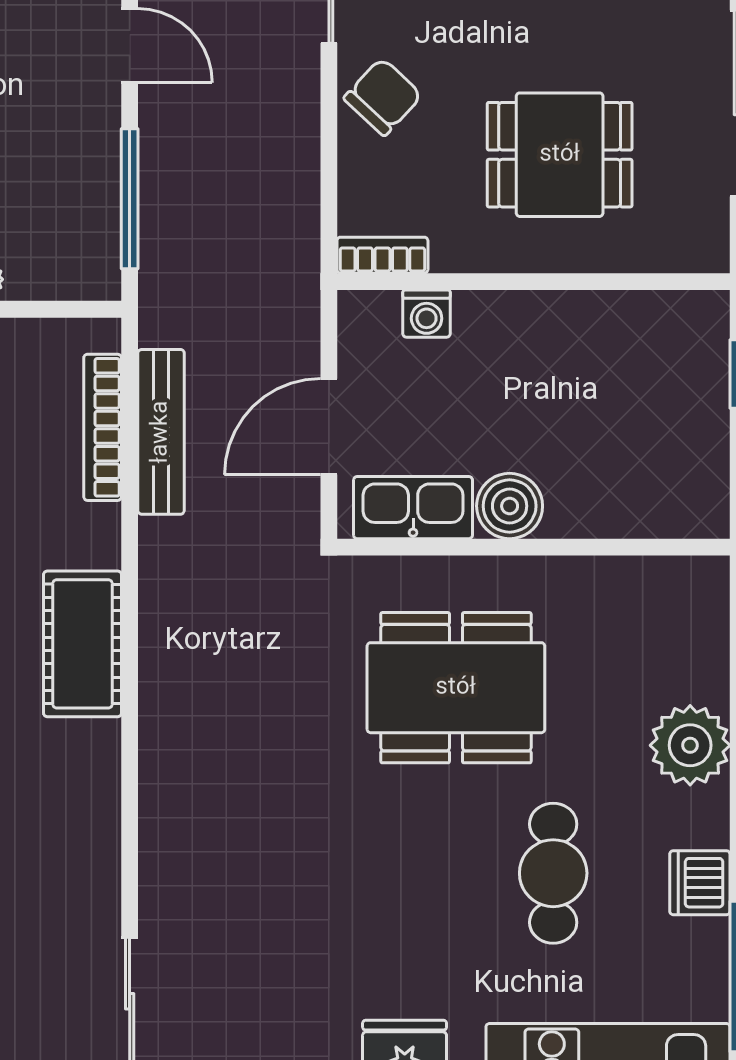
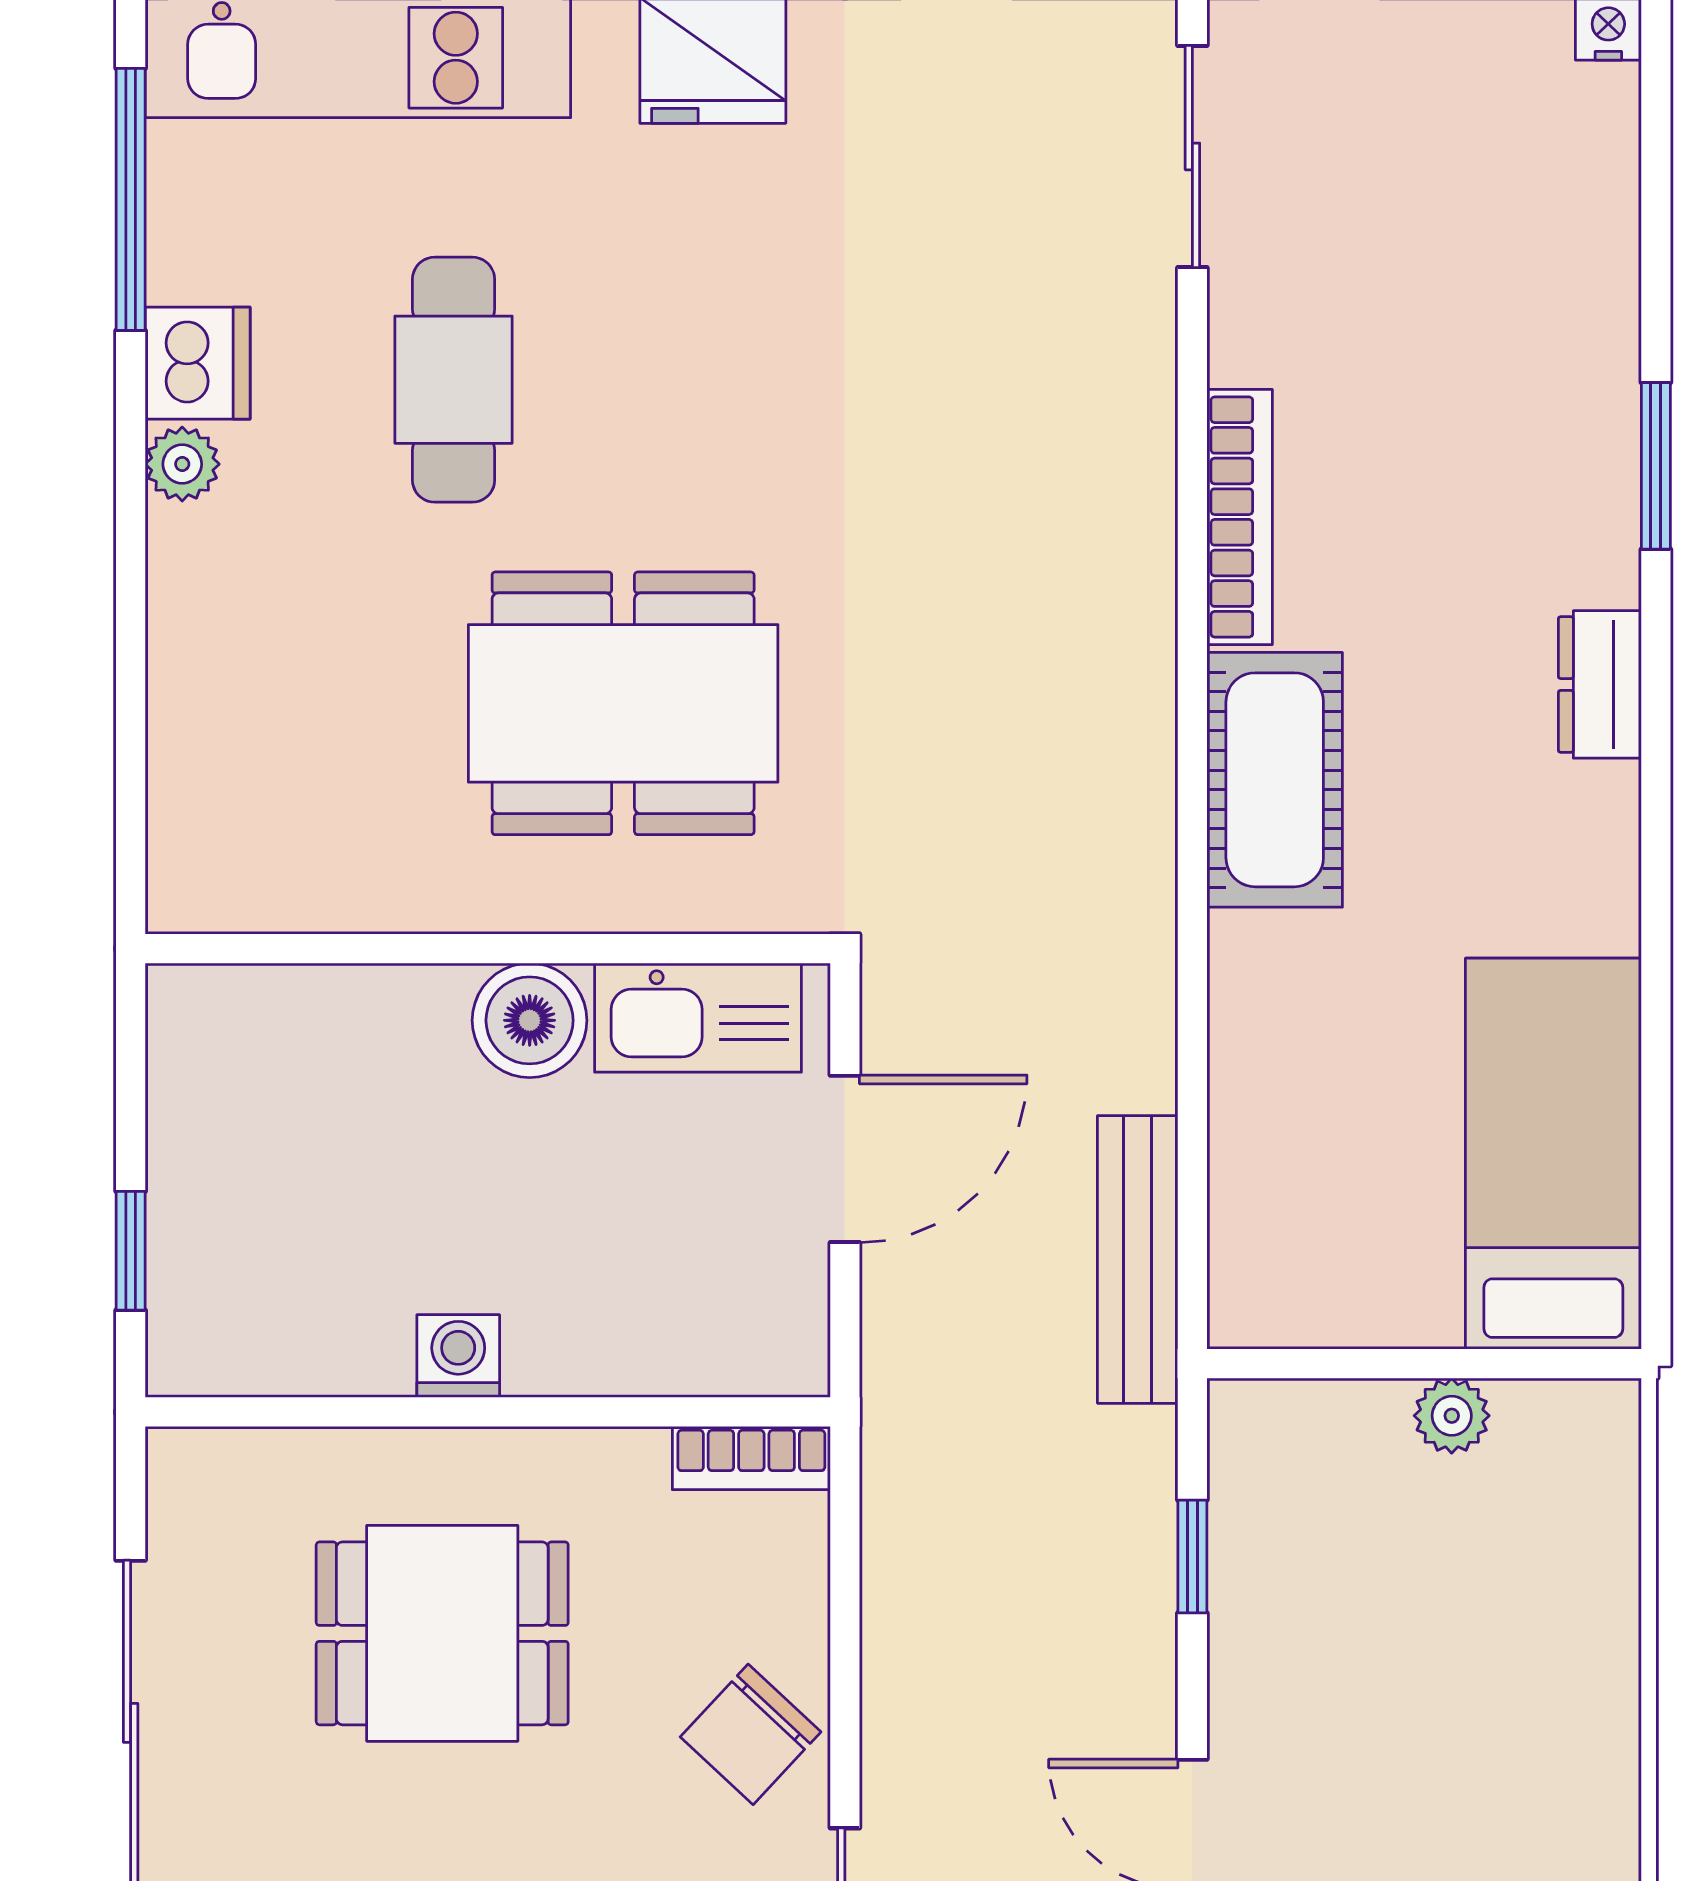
window: (130, 199) -> (1192, 1556), width x0.46
washing machine: (427, 314) -> (458, 1356), moved
bookcase: (103, 427) -> (1240, 517), moved
bench: (161, 432) -> (1138, 1259), moved
plant: (690, 745) -> (182, 464), moved, width x0.53, depth x0.53

